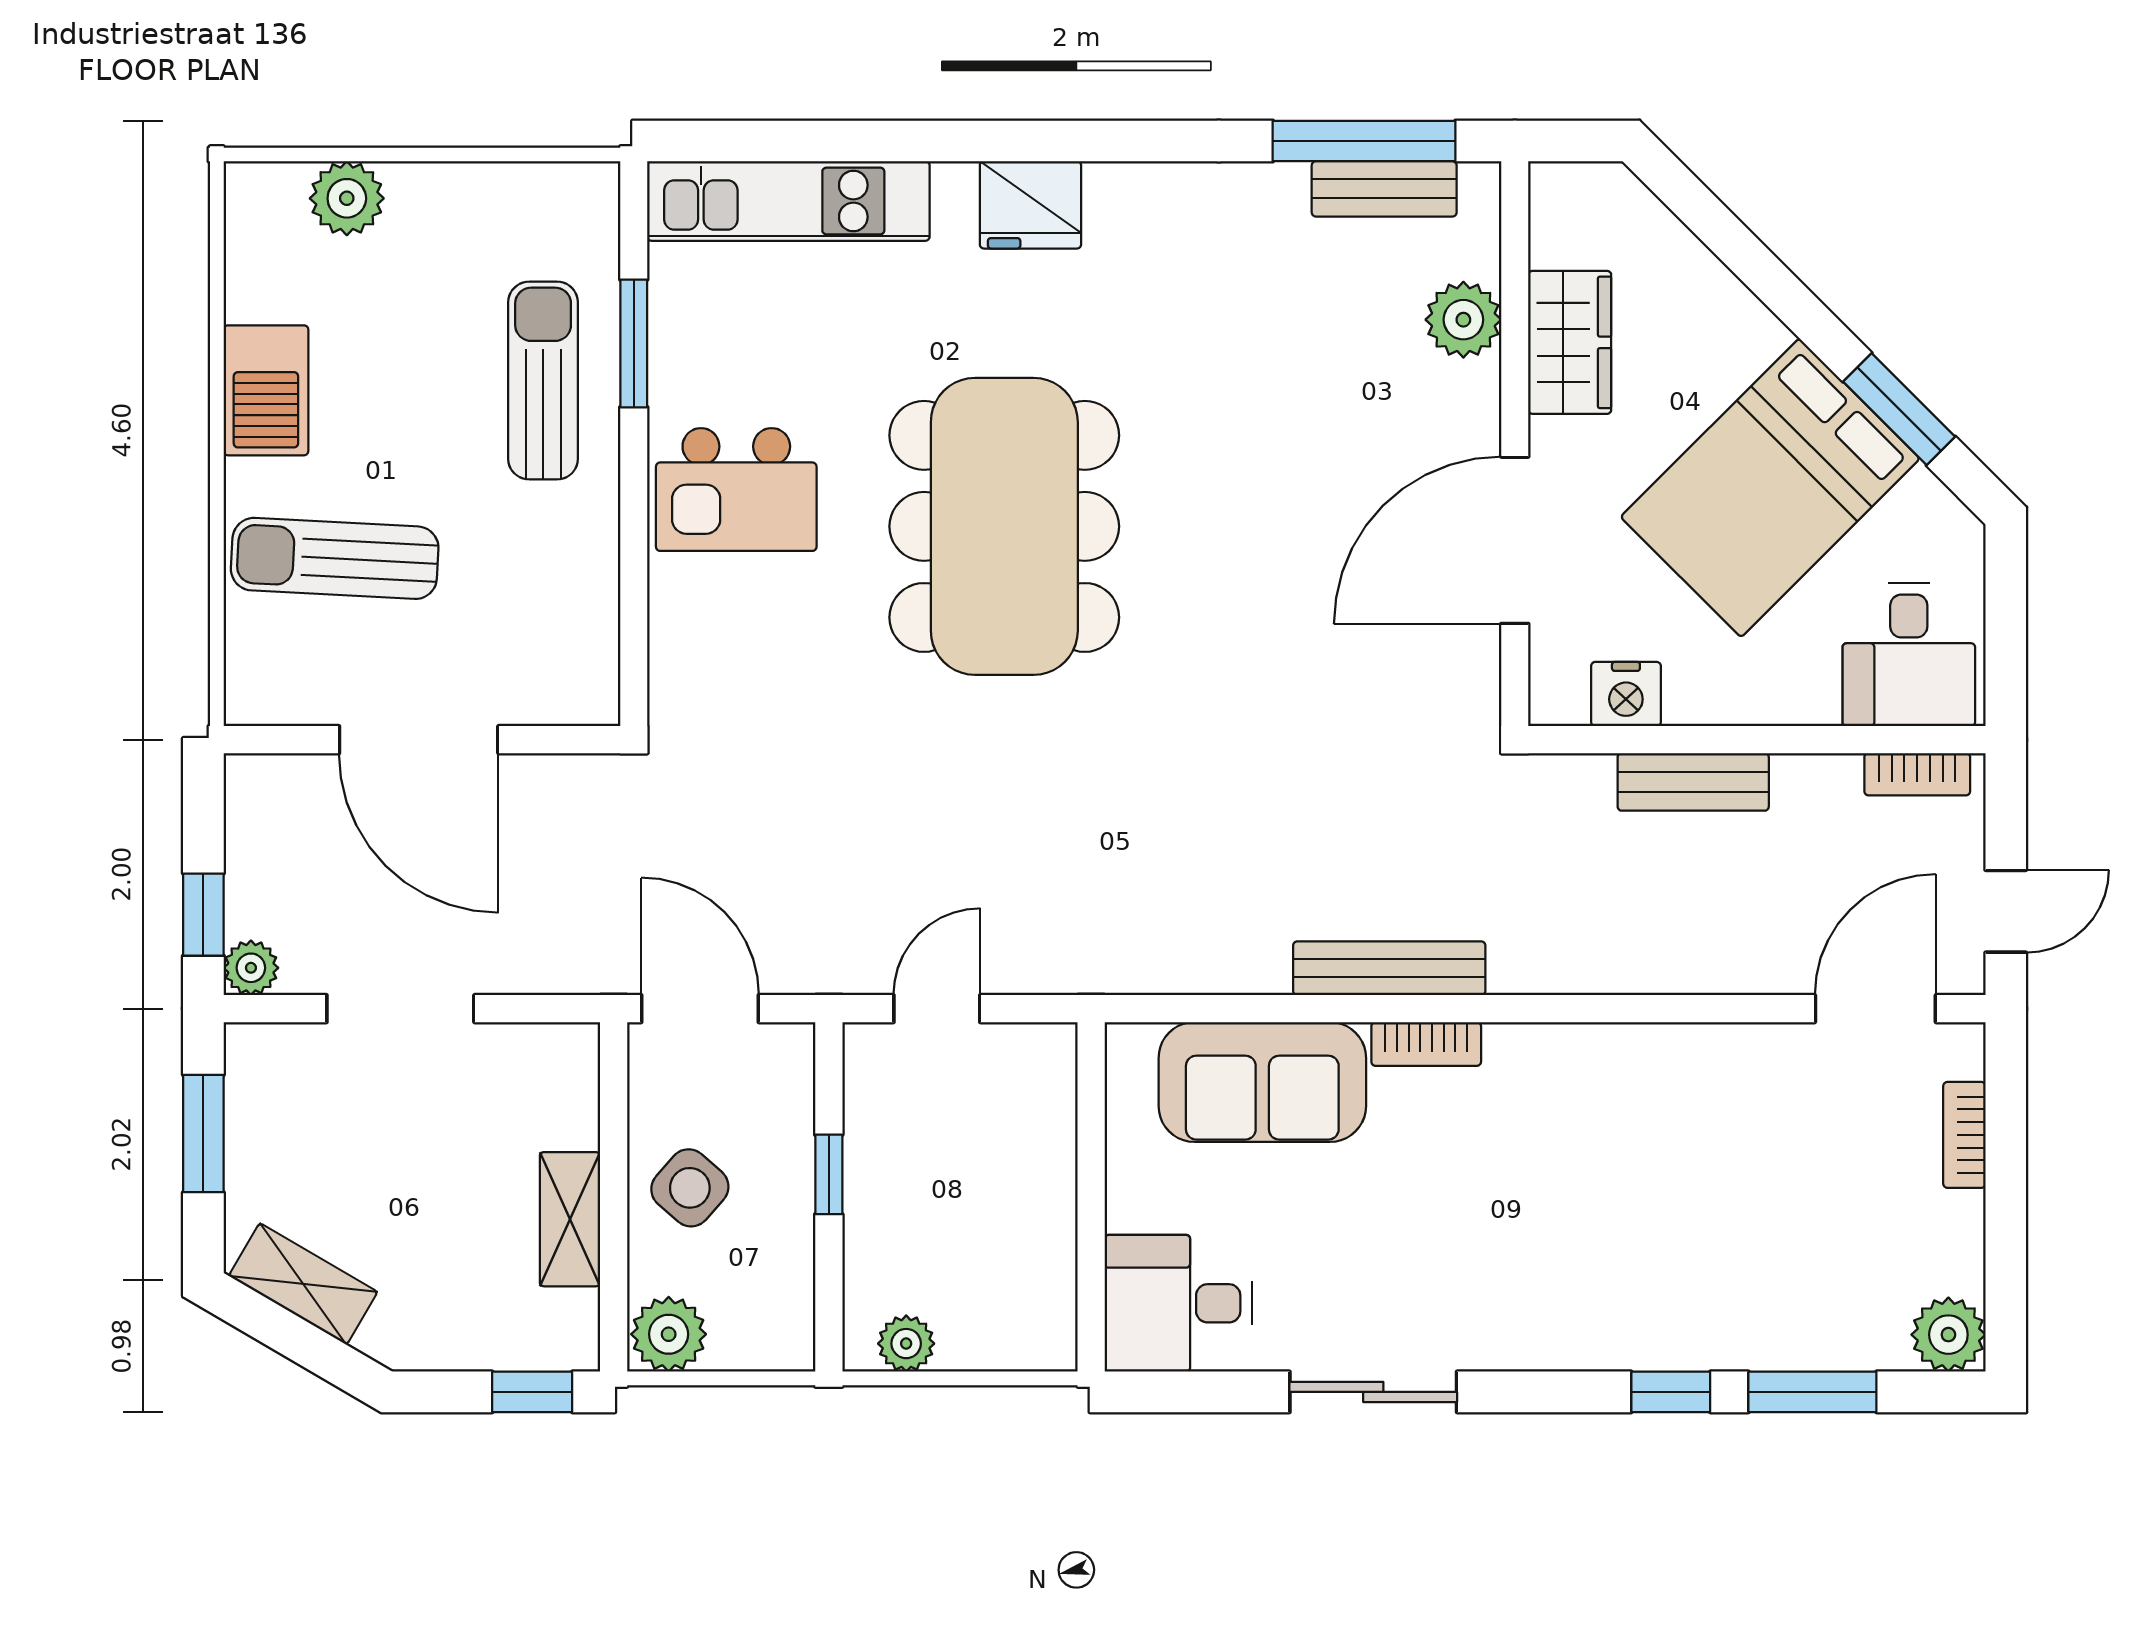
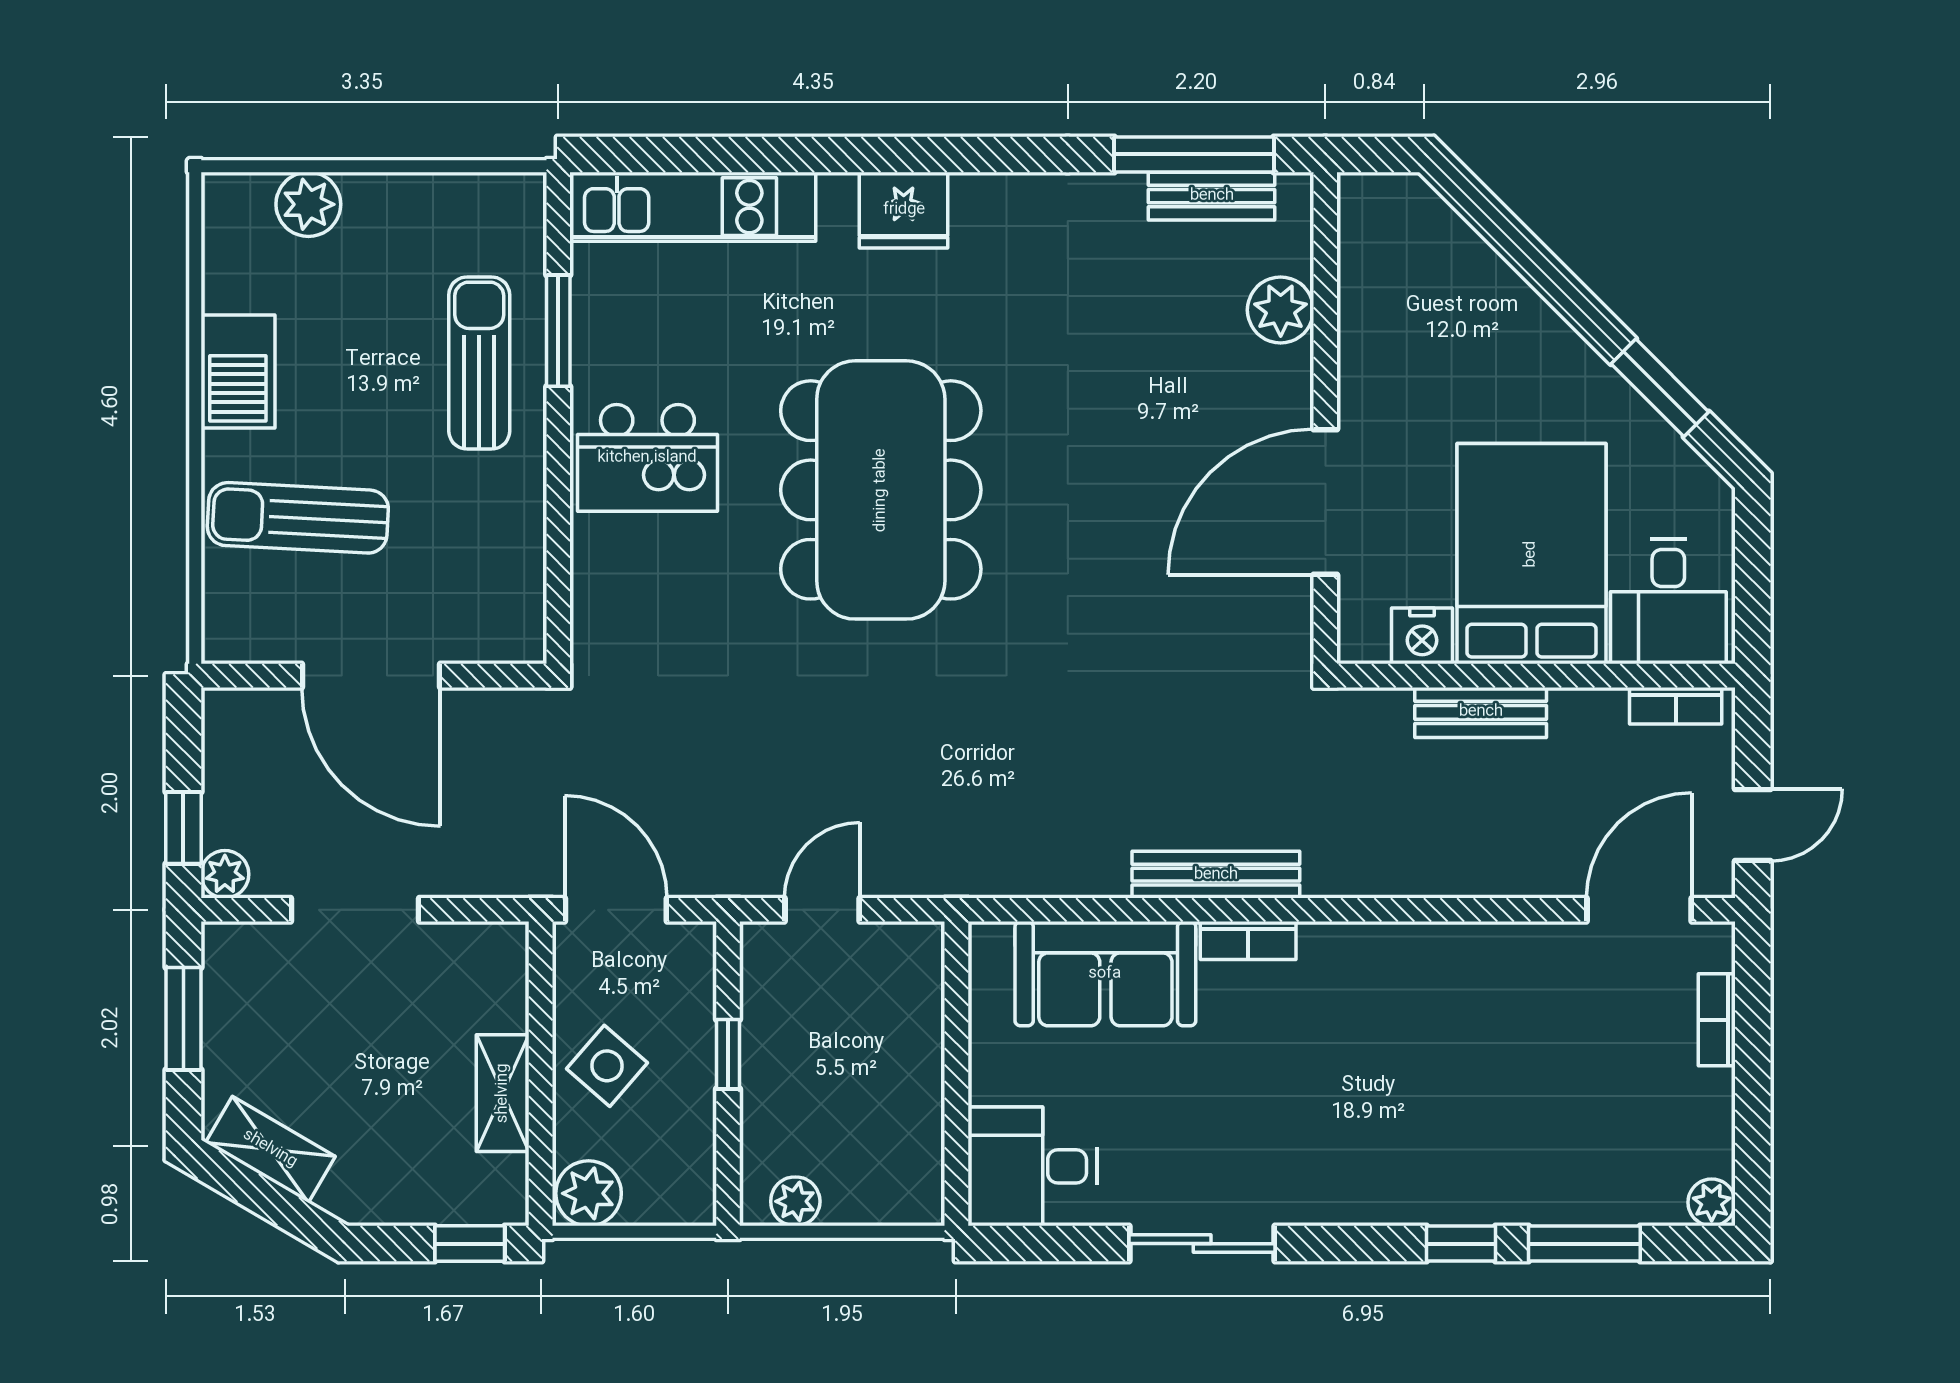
wardrobe: (1570, 342) -> (1373, 330), removed
bed: (1770, 488) -> (1531, 554), moved, turned 135
plant: (1948, 1335) -> (1712, 1202), width x0.73, depth x0.73

